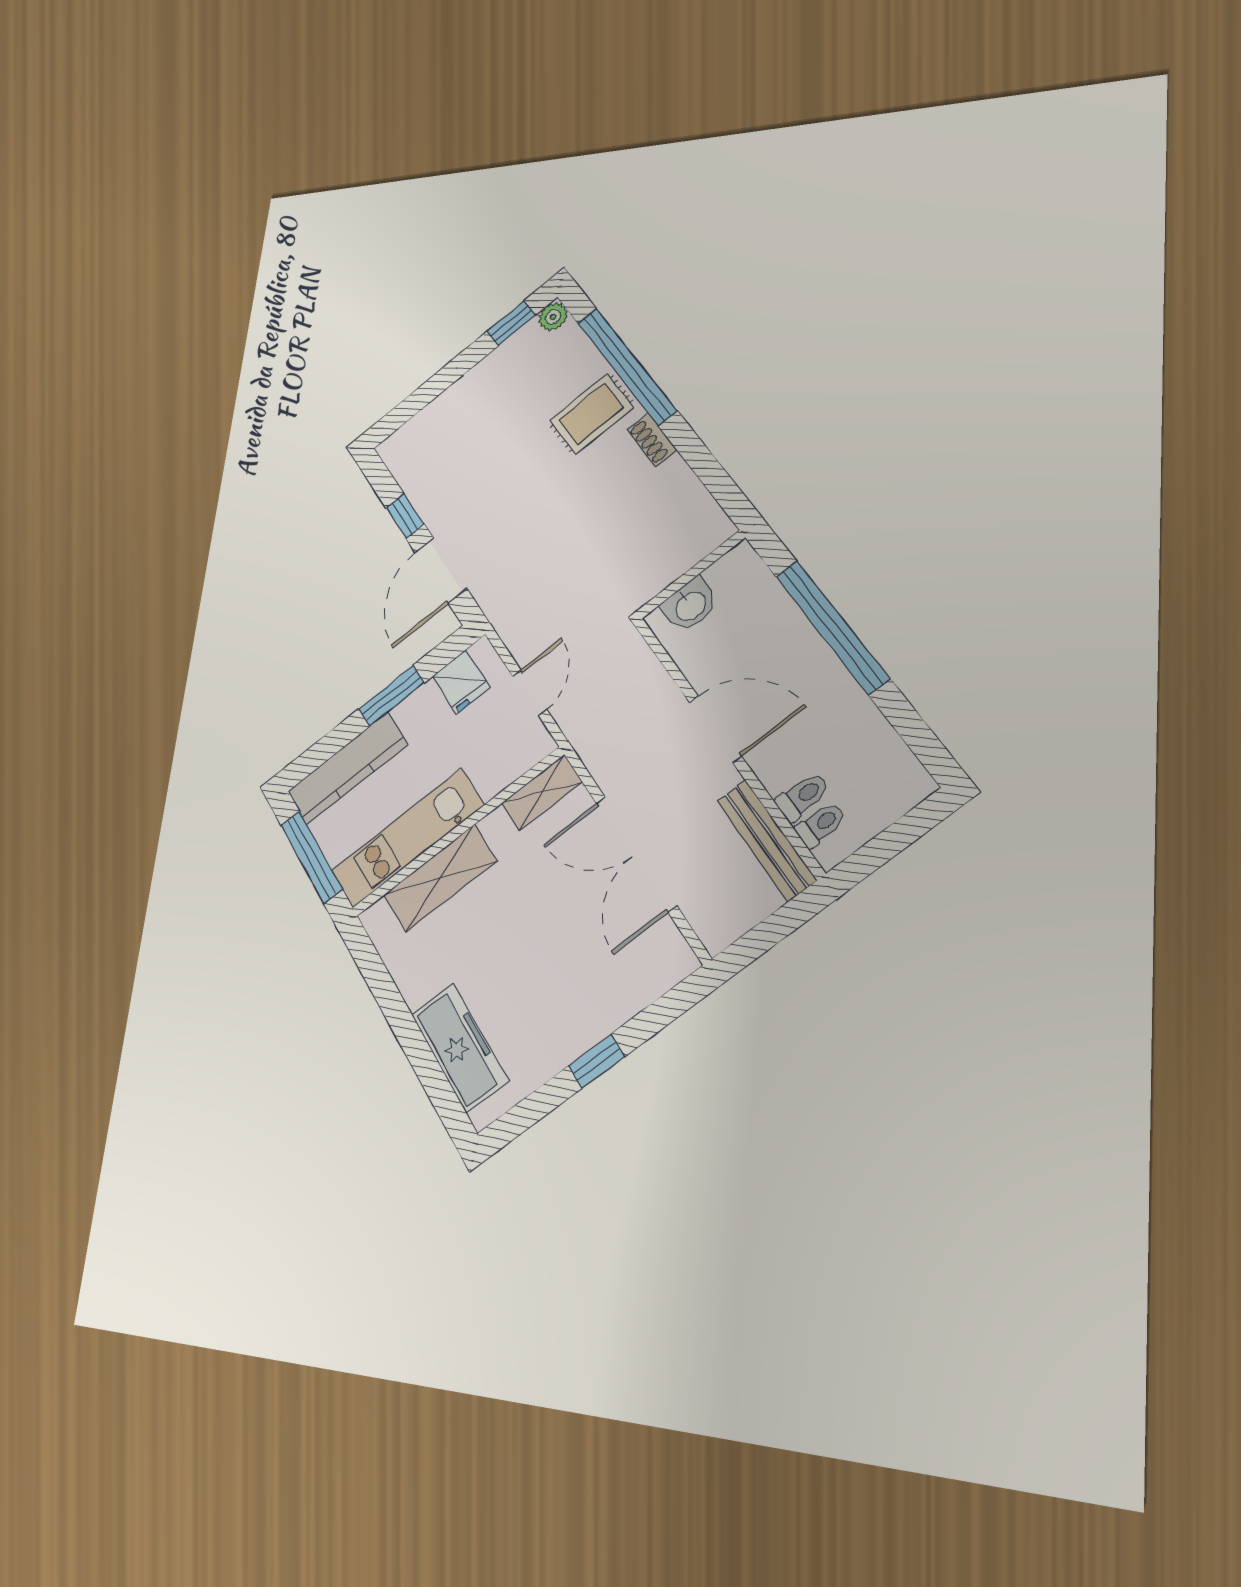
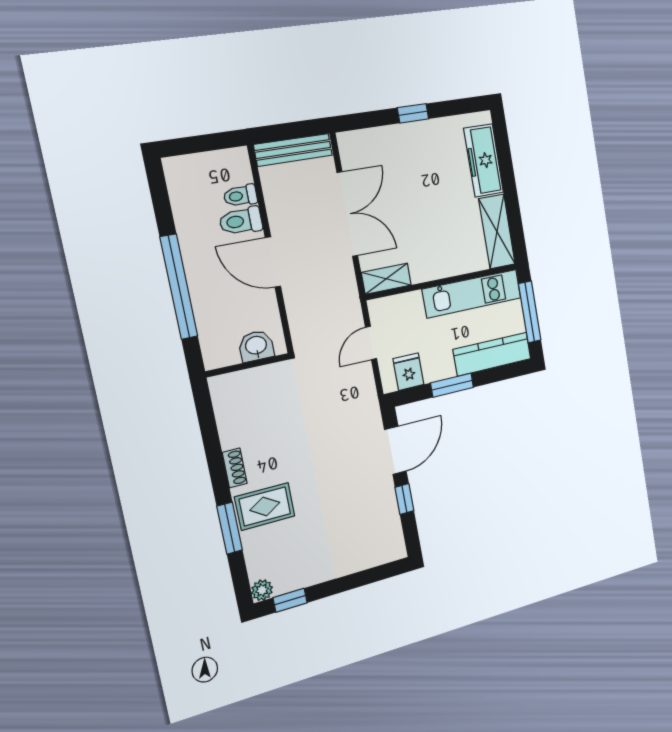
window: (627, 366) -> (230, 528), width x0.47
toilet: (821, 825) -> (241, 221), moved, width x1.37, depth x1.39
bench: (766, 840) -> (293, 150), moved, turned 90
shelving: (440, 878) -> (497, 232), moved, turned 90

